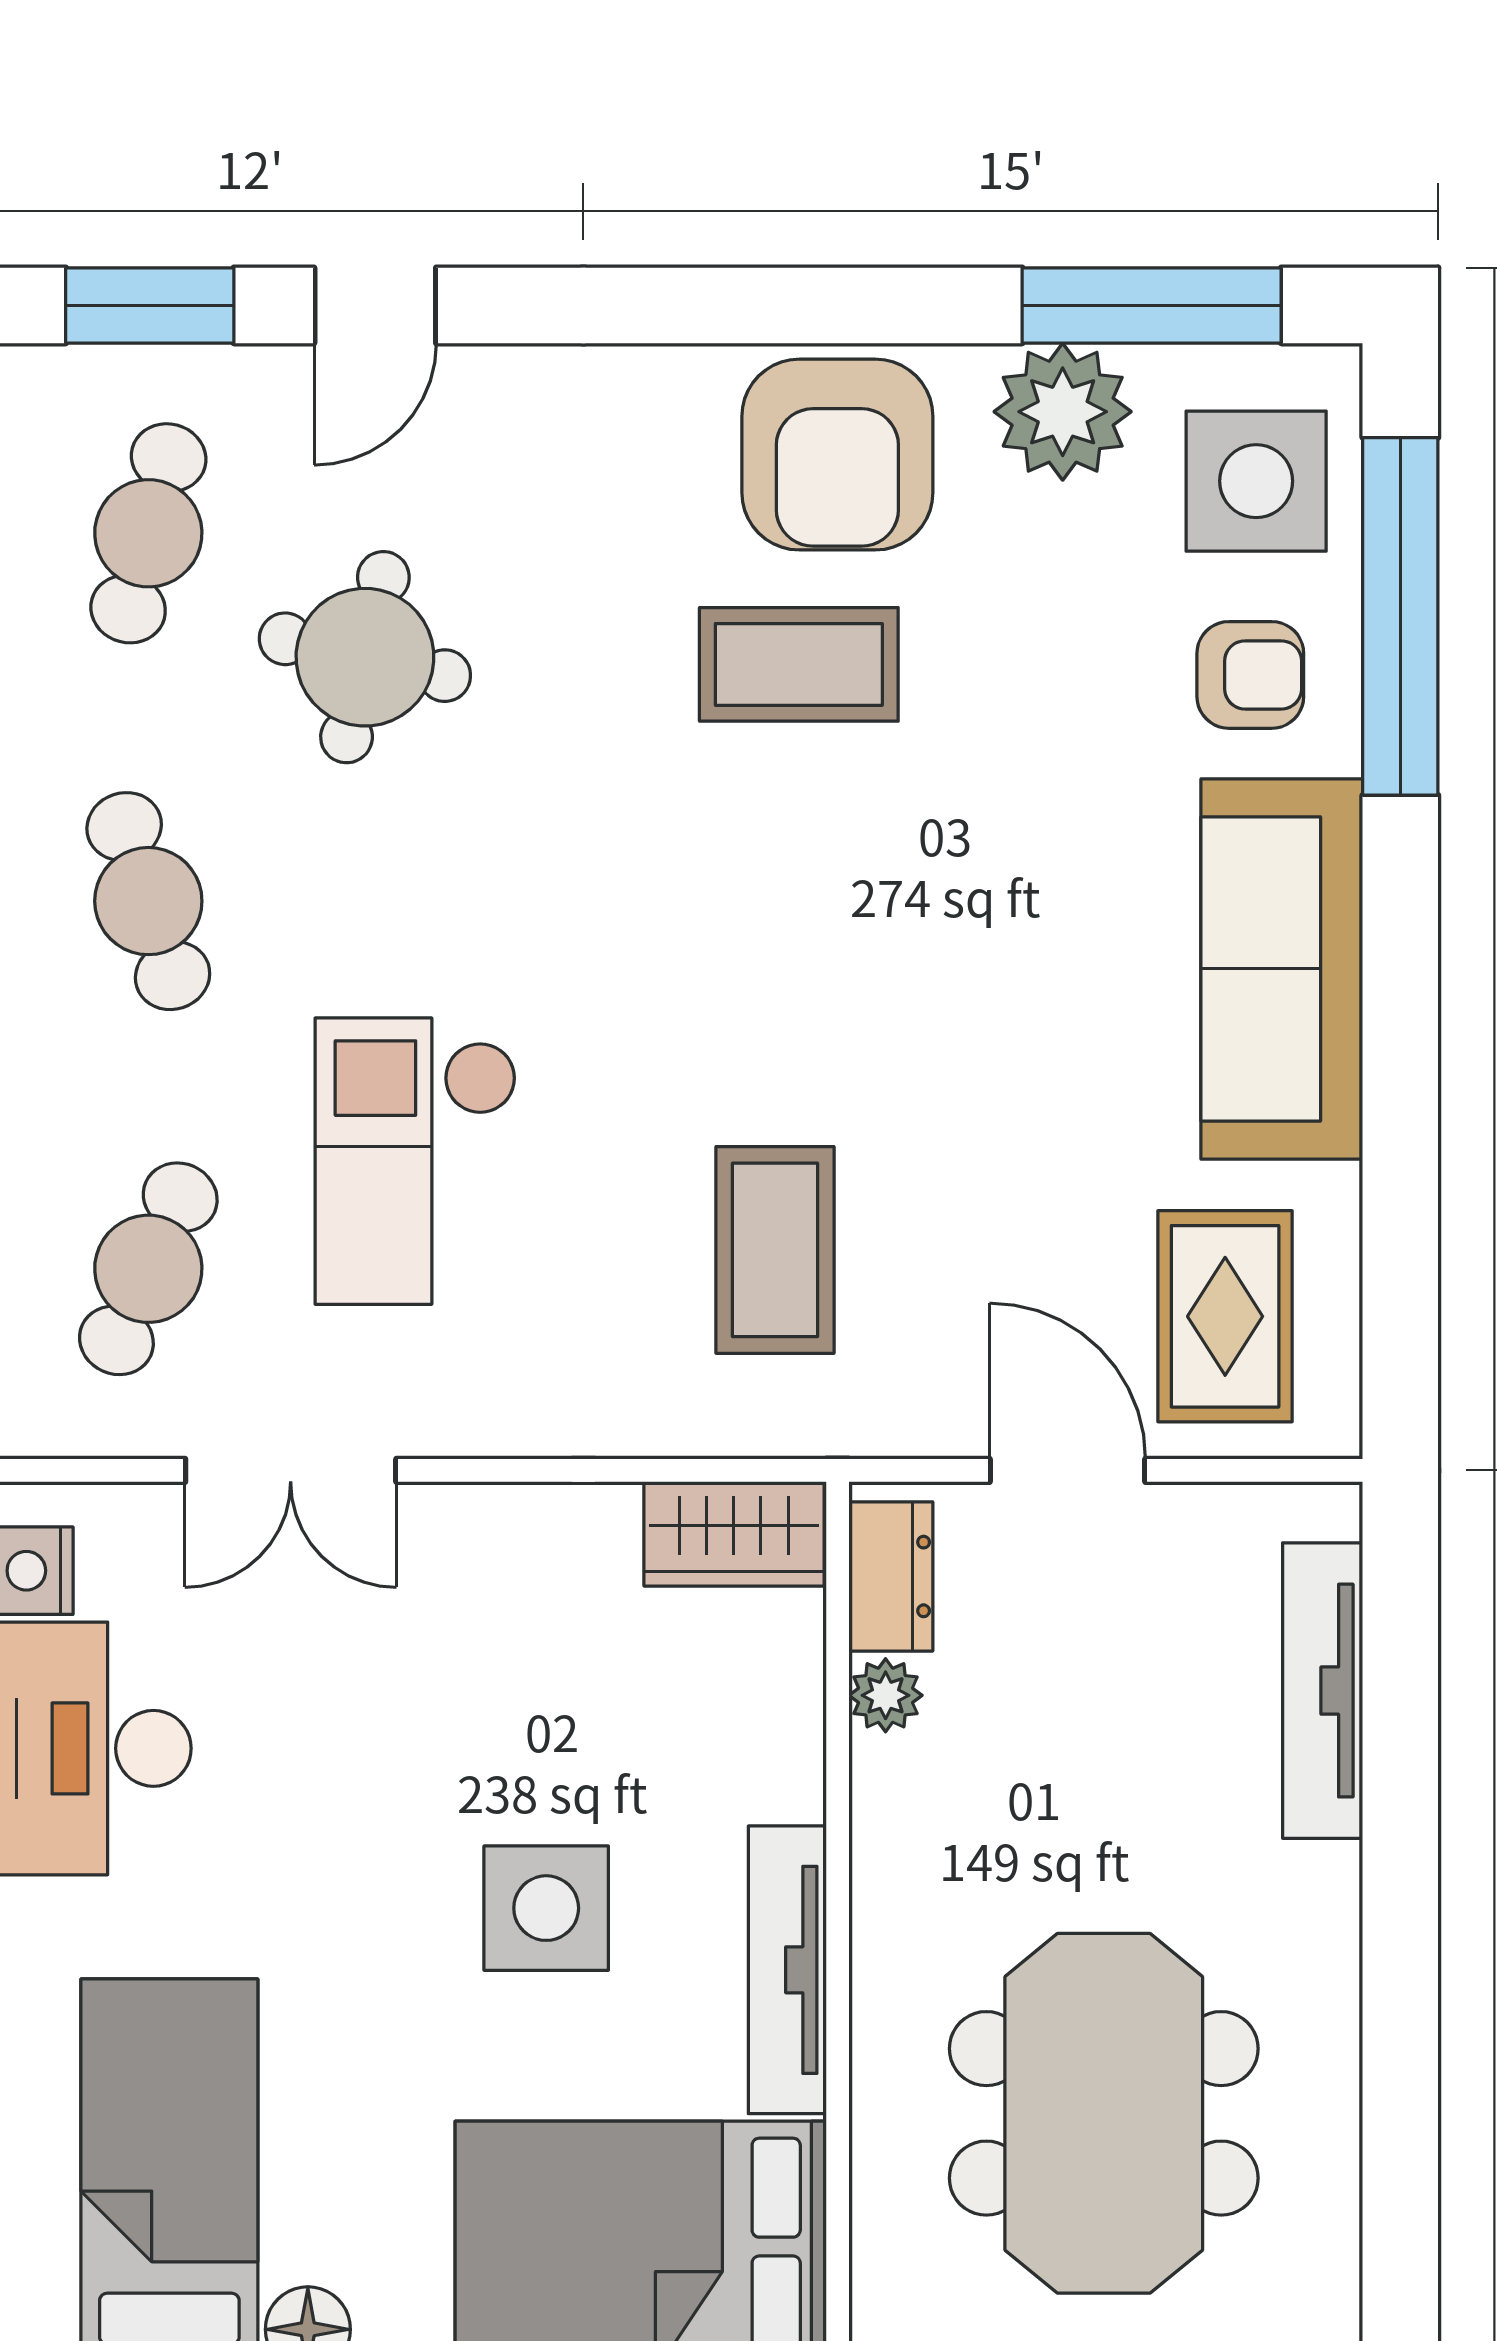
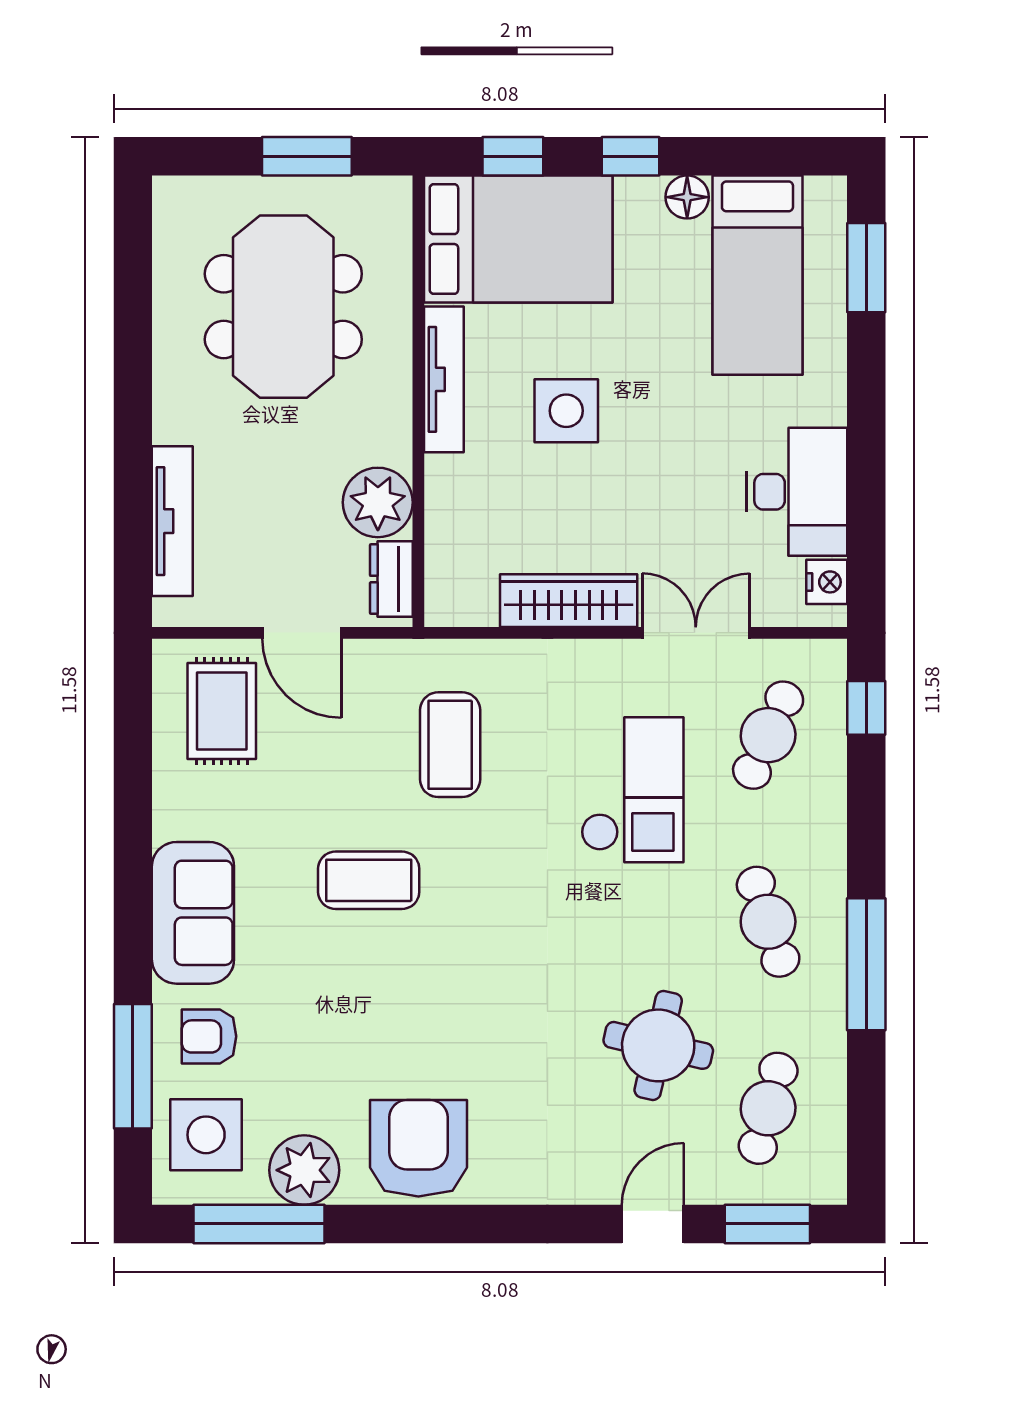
window: (1400, 616) -> (133, 1066), width x0.68
coffee table: (799, 664) -> (369, 880), moved
sofa: (1282, 969) -> (193, 913), width x0.73
wardrobe: (734, 1534) -> (569, 601), moved, width x1.50
plant: (886, 1695) -> (378, 502), width x1.88, depth x1.88

